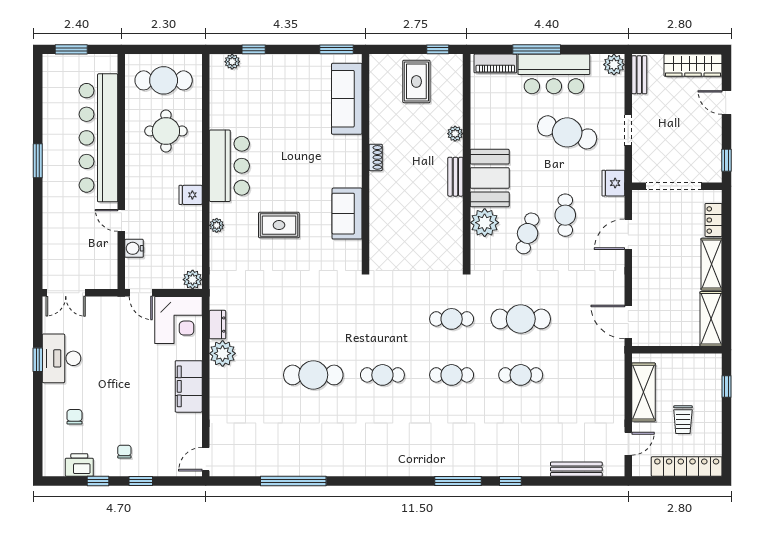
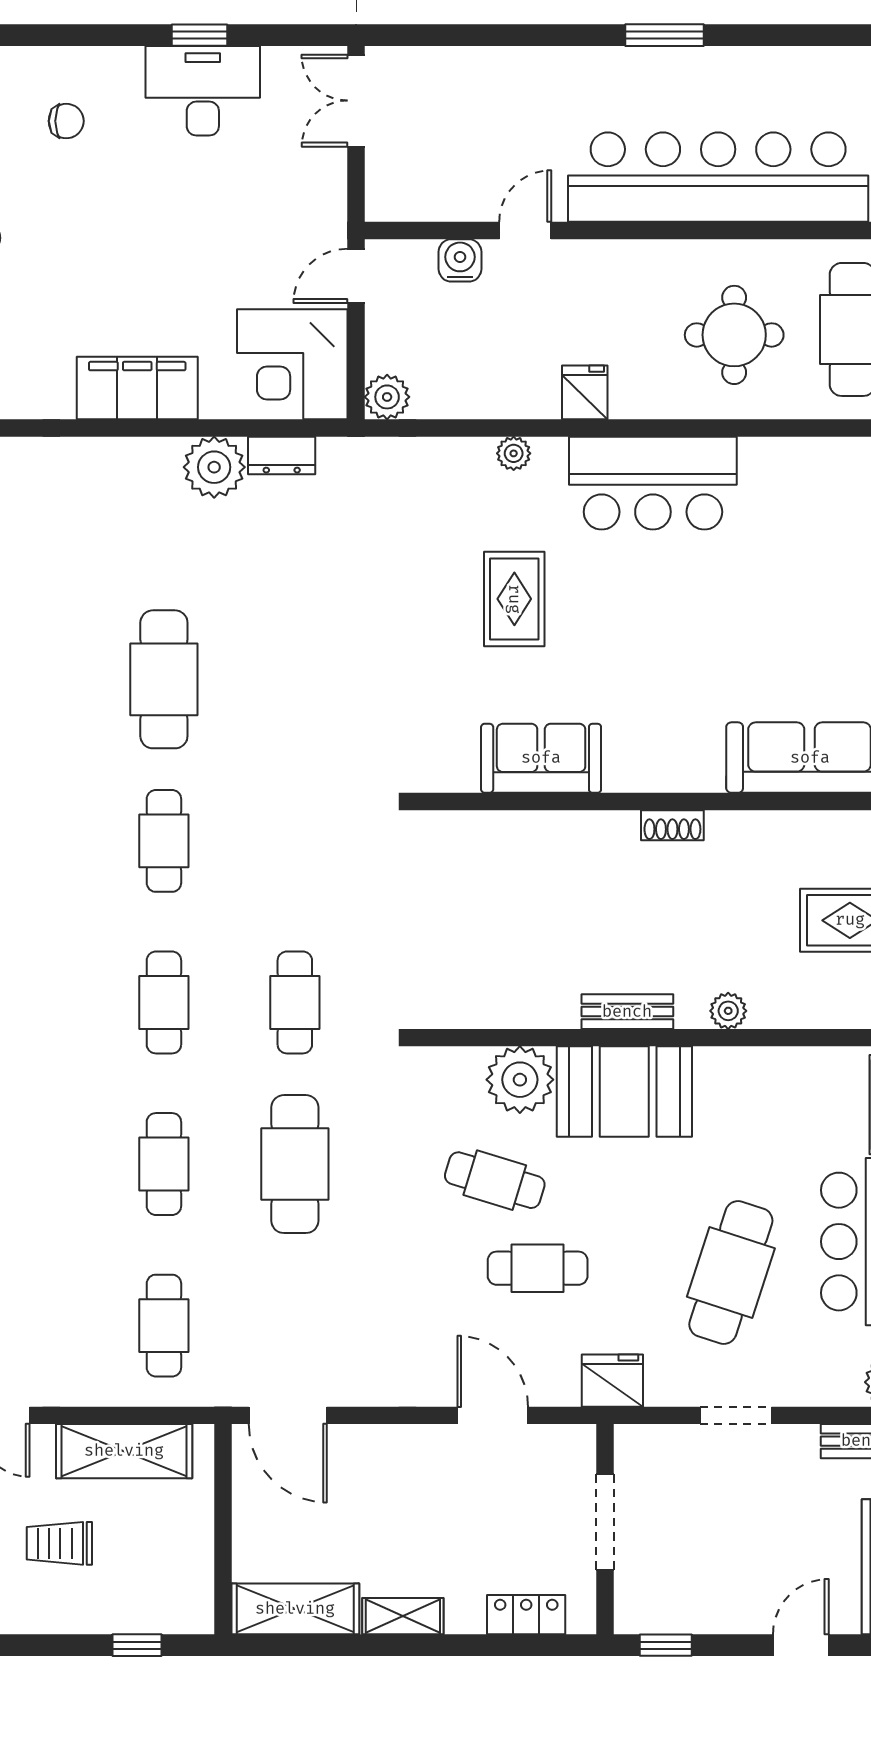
doorway: (674, 186) -> (605, 1522), width x0.73
shelving: (712, 264) -> (403, 1616), width x0.67, depth x0.75
door: (628, 322) -> (288, 1415), swing flipped
cafe table: (590, 375) -> (164, 1326), added

